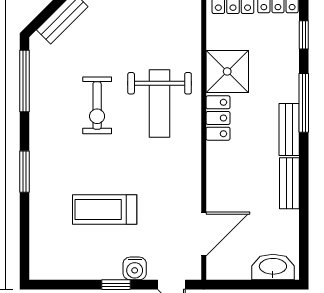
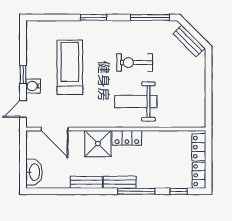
shower: (227, 71) -> (98, 144), moved
treadmill: (105, 210) -> (70, 67), width x1.37, depth x1.38

